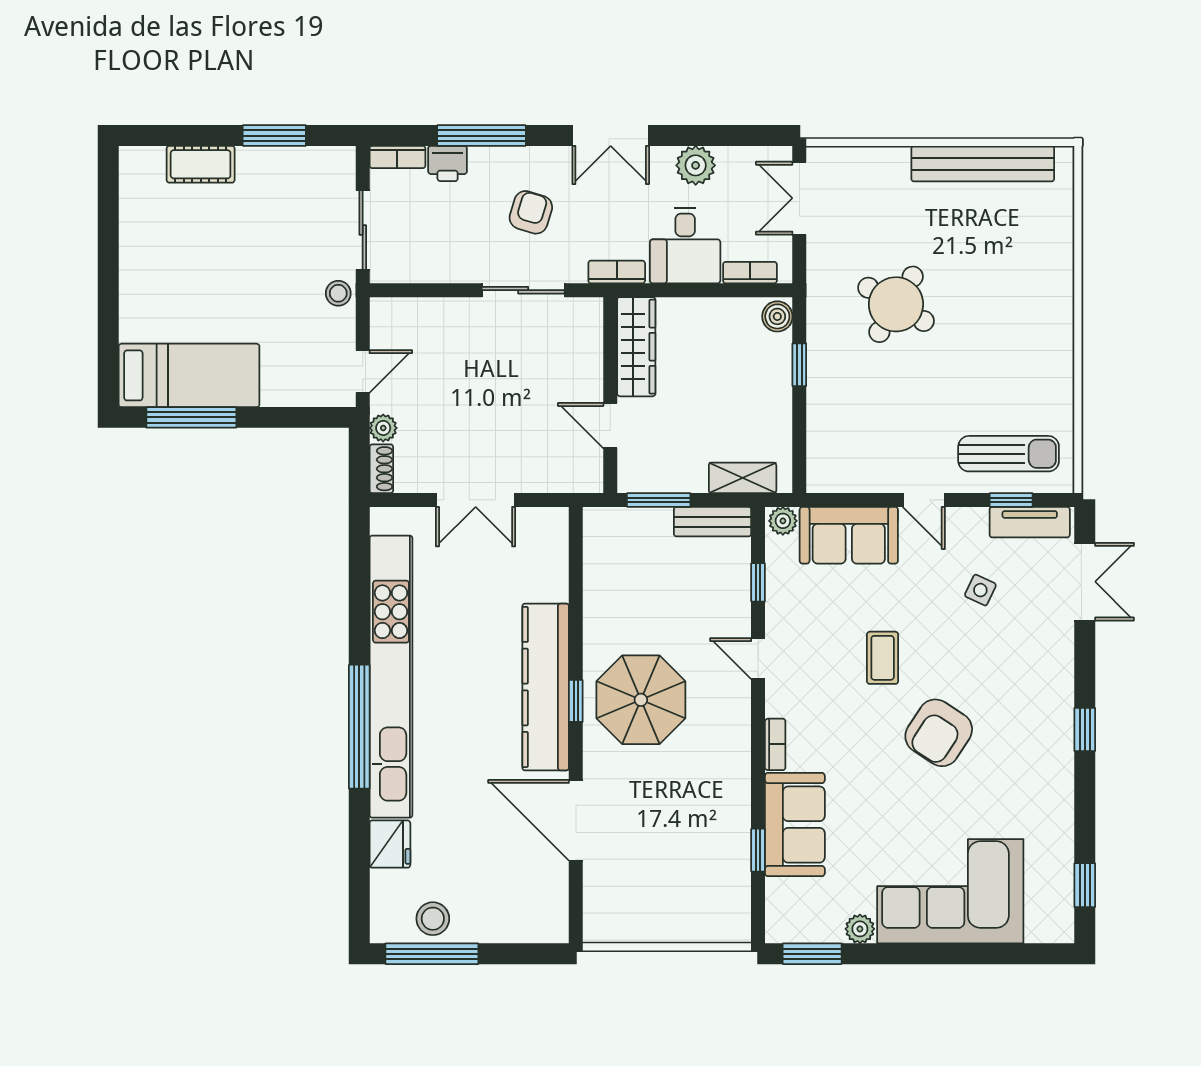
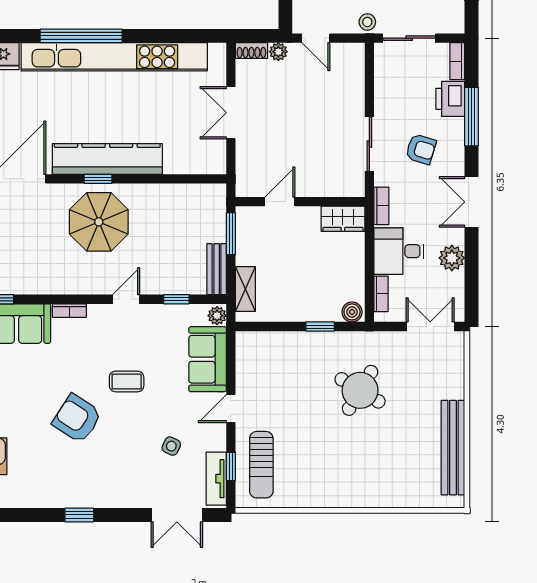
printer: (448, 163) -> (450, 99), width x1.36, depth x1.24
wardrobe: (636, 347) -> (343, 219), width x0.67

